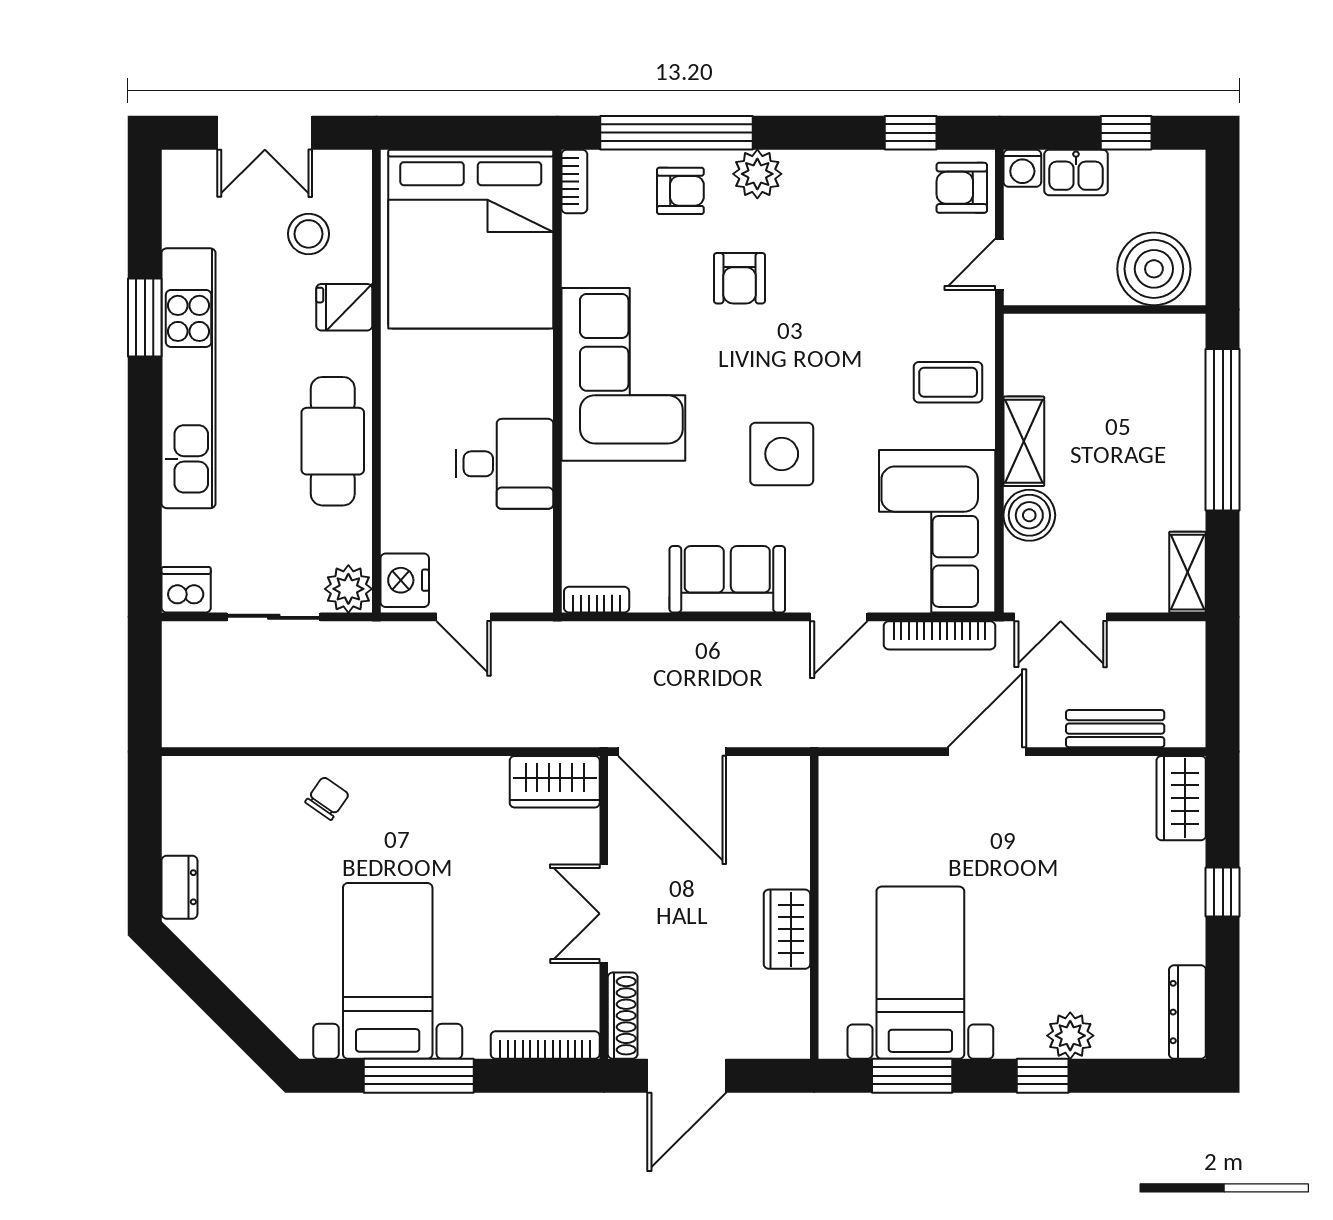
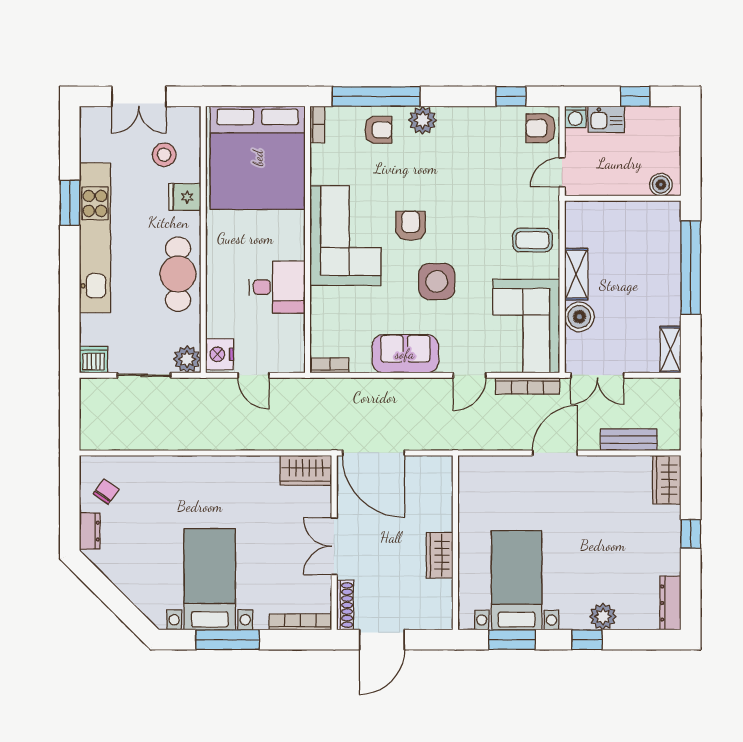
boiler: (1154, 269) -> (661, 185), width x0.54, depth x0.54
armchair: (740, 278) -> (411, 226), moved, turned 180
chair: (327, 798) -> (106, 491), moved

